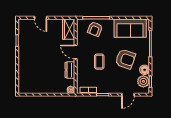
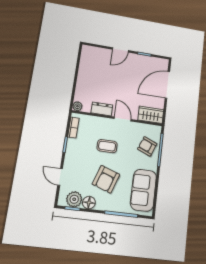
door: (41, 18) -> (167, 85), width x1.87
door: (76, 52) -> (123, 119), hinge flipped
door: (17, 61) -> (120, 50), added

